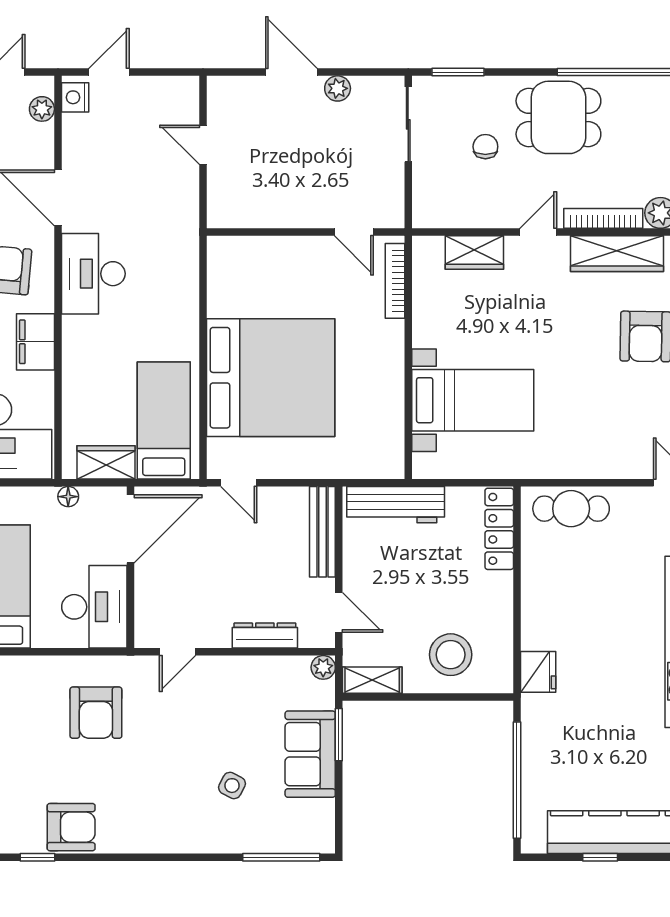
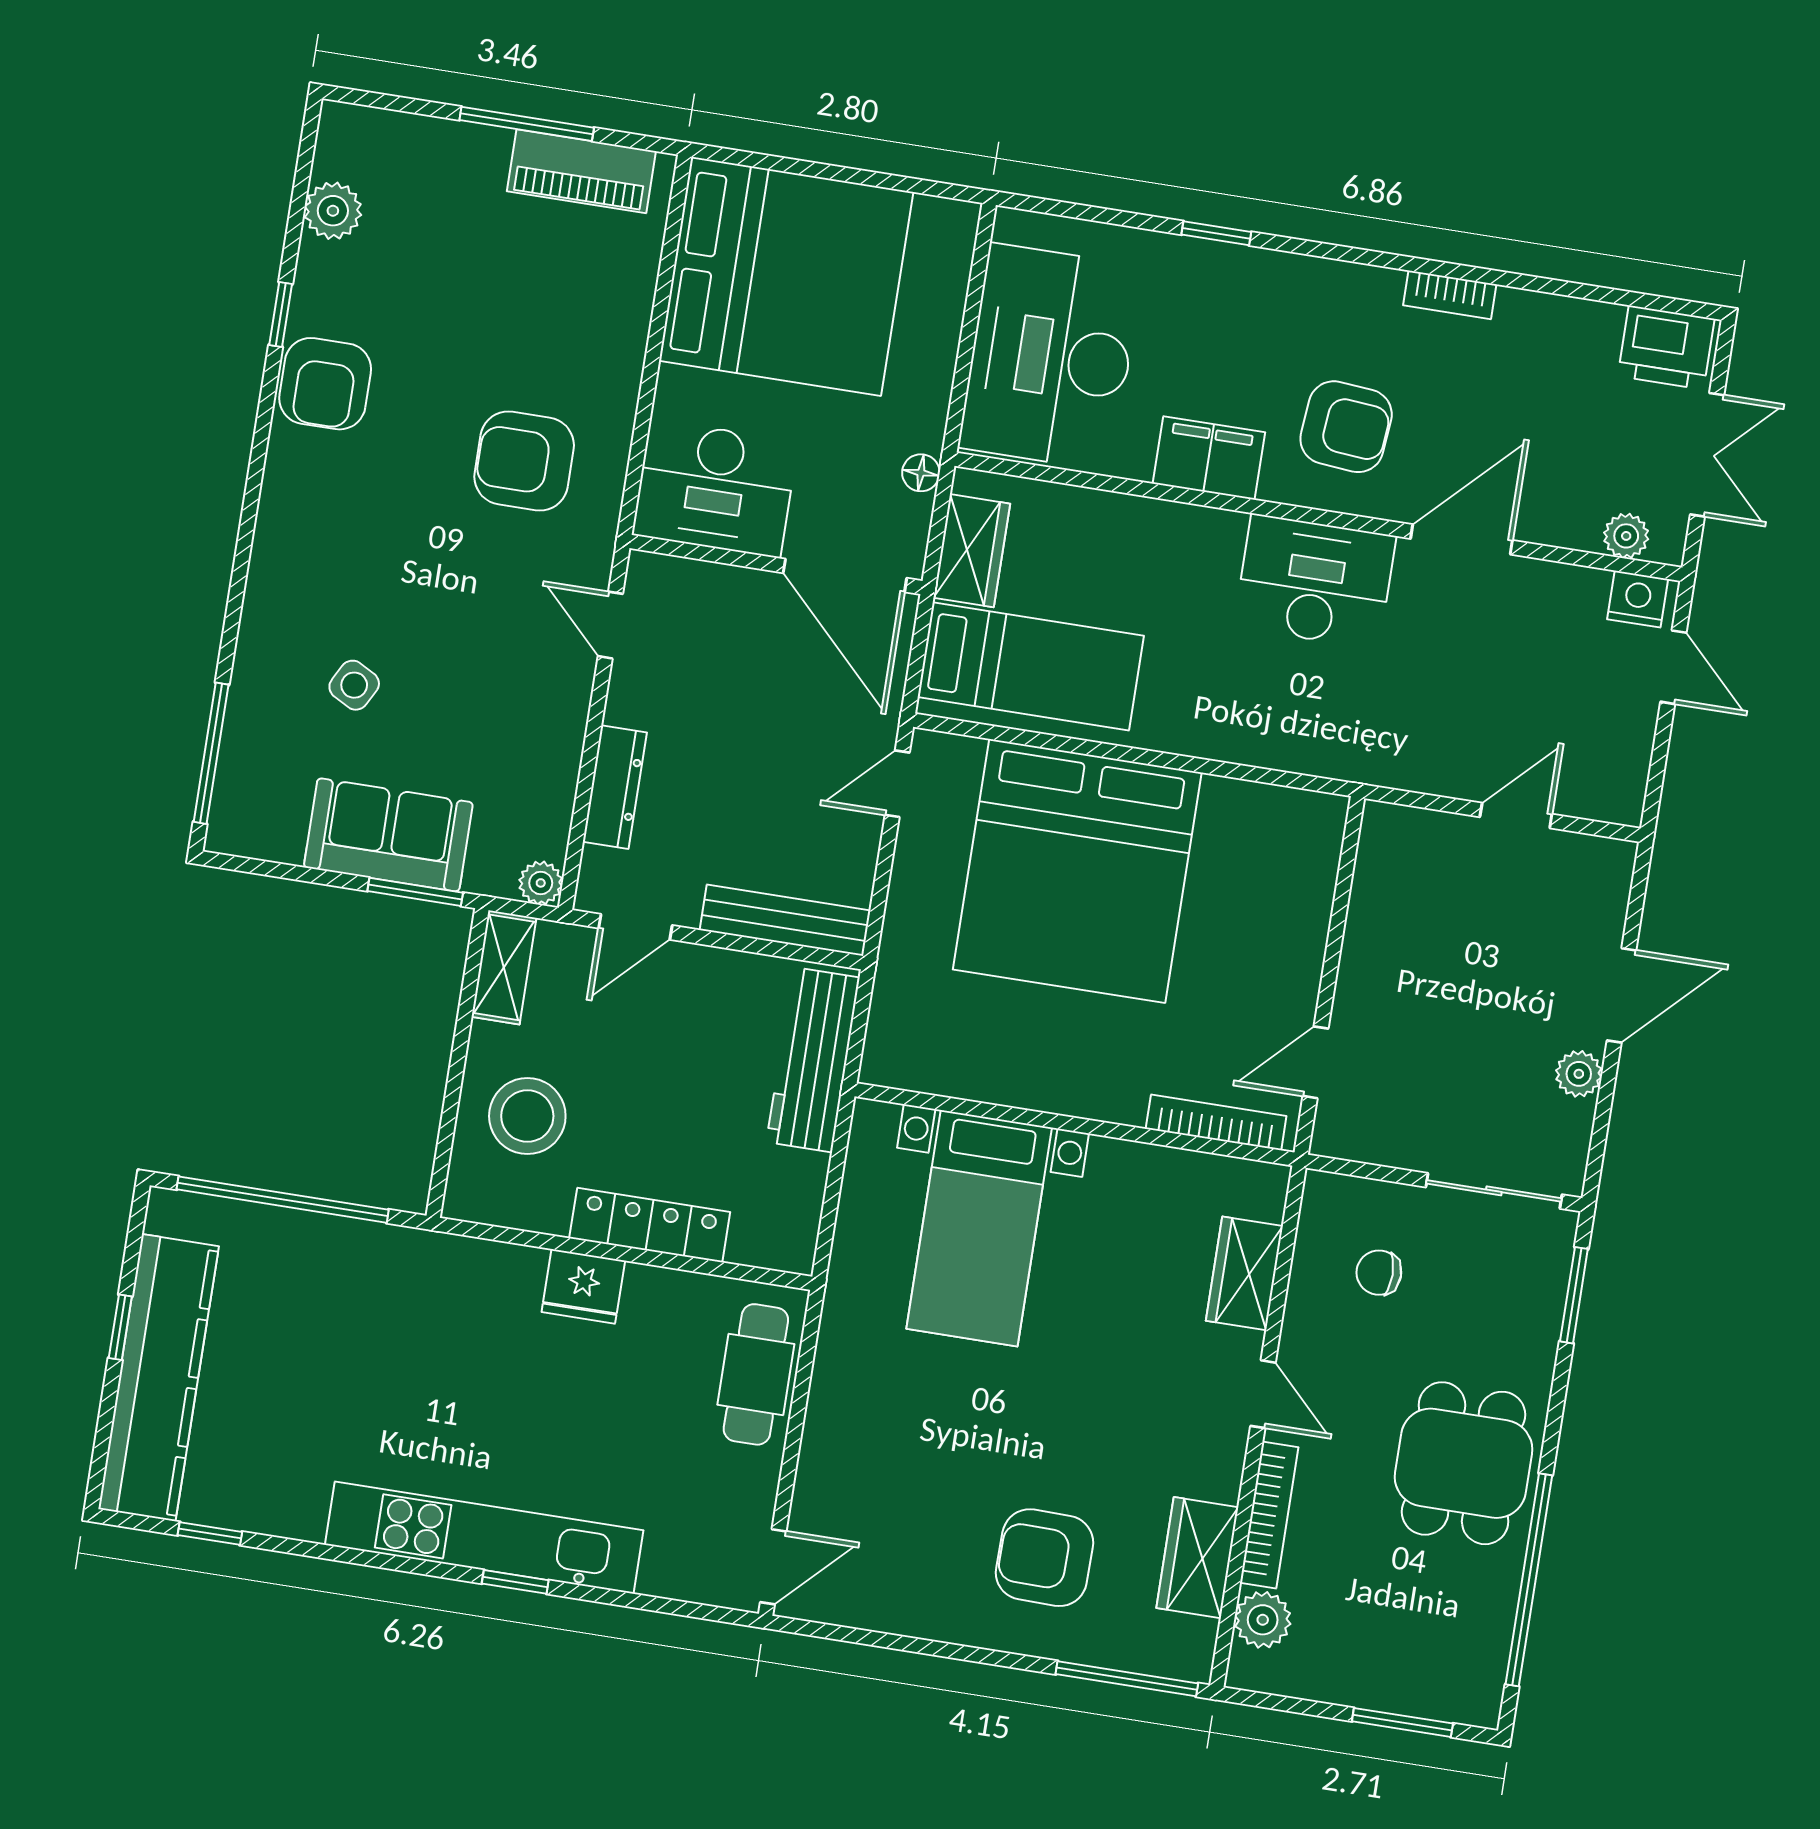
chair: (485, 147) -> (1379, 1273), moved, turned 180
wardrobe: (617, 254) -> (1197, 1558), width x0.67
locker: (499, 529) -> (650, 1225), moved
fridge: (538, 672) -> (583, 1286), moved

